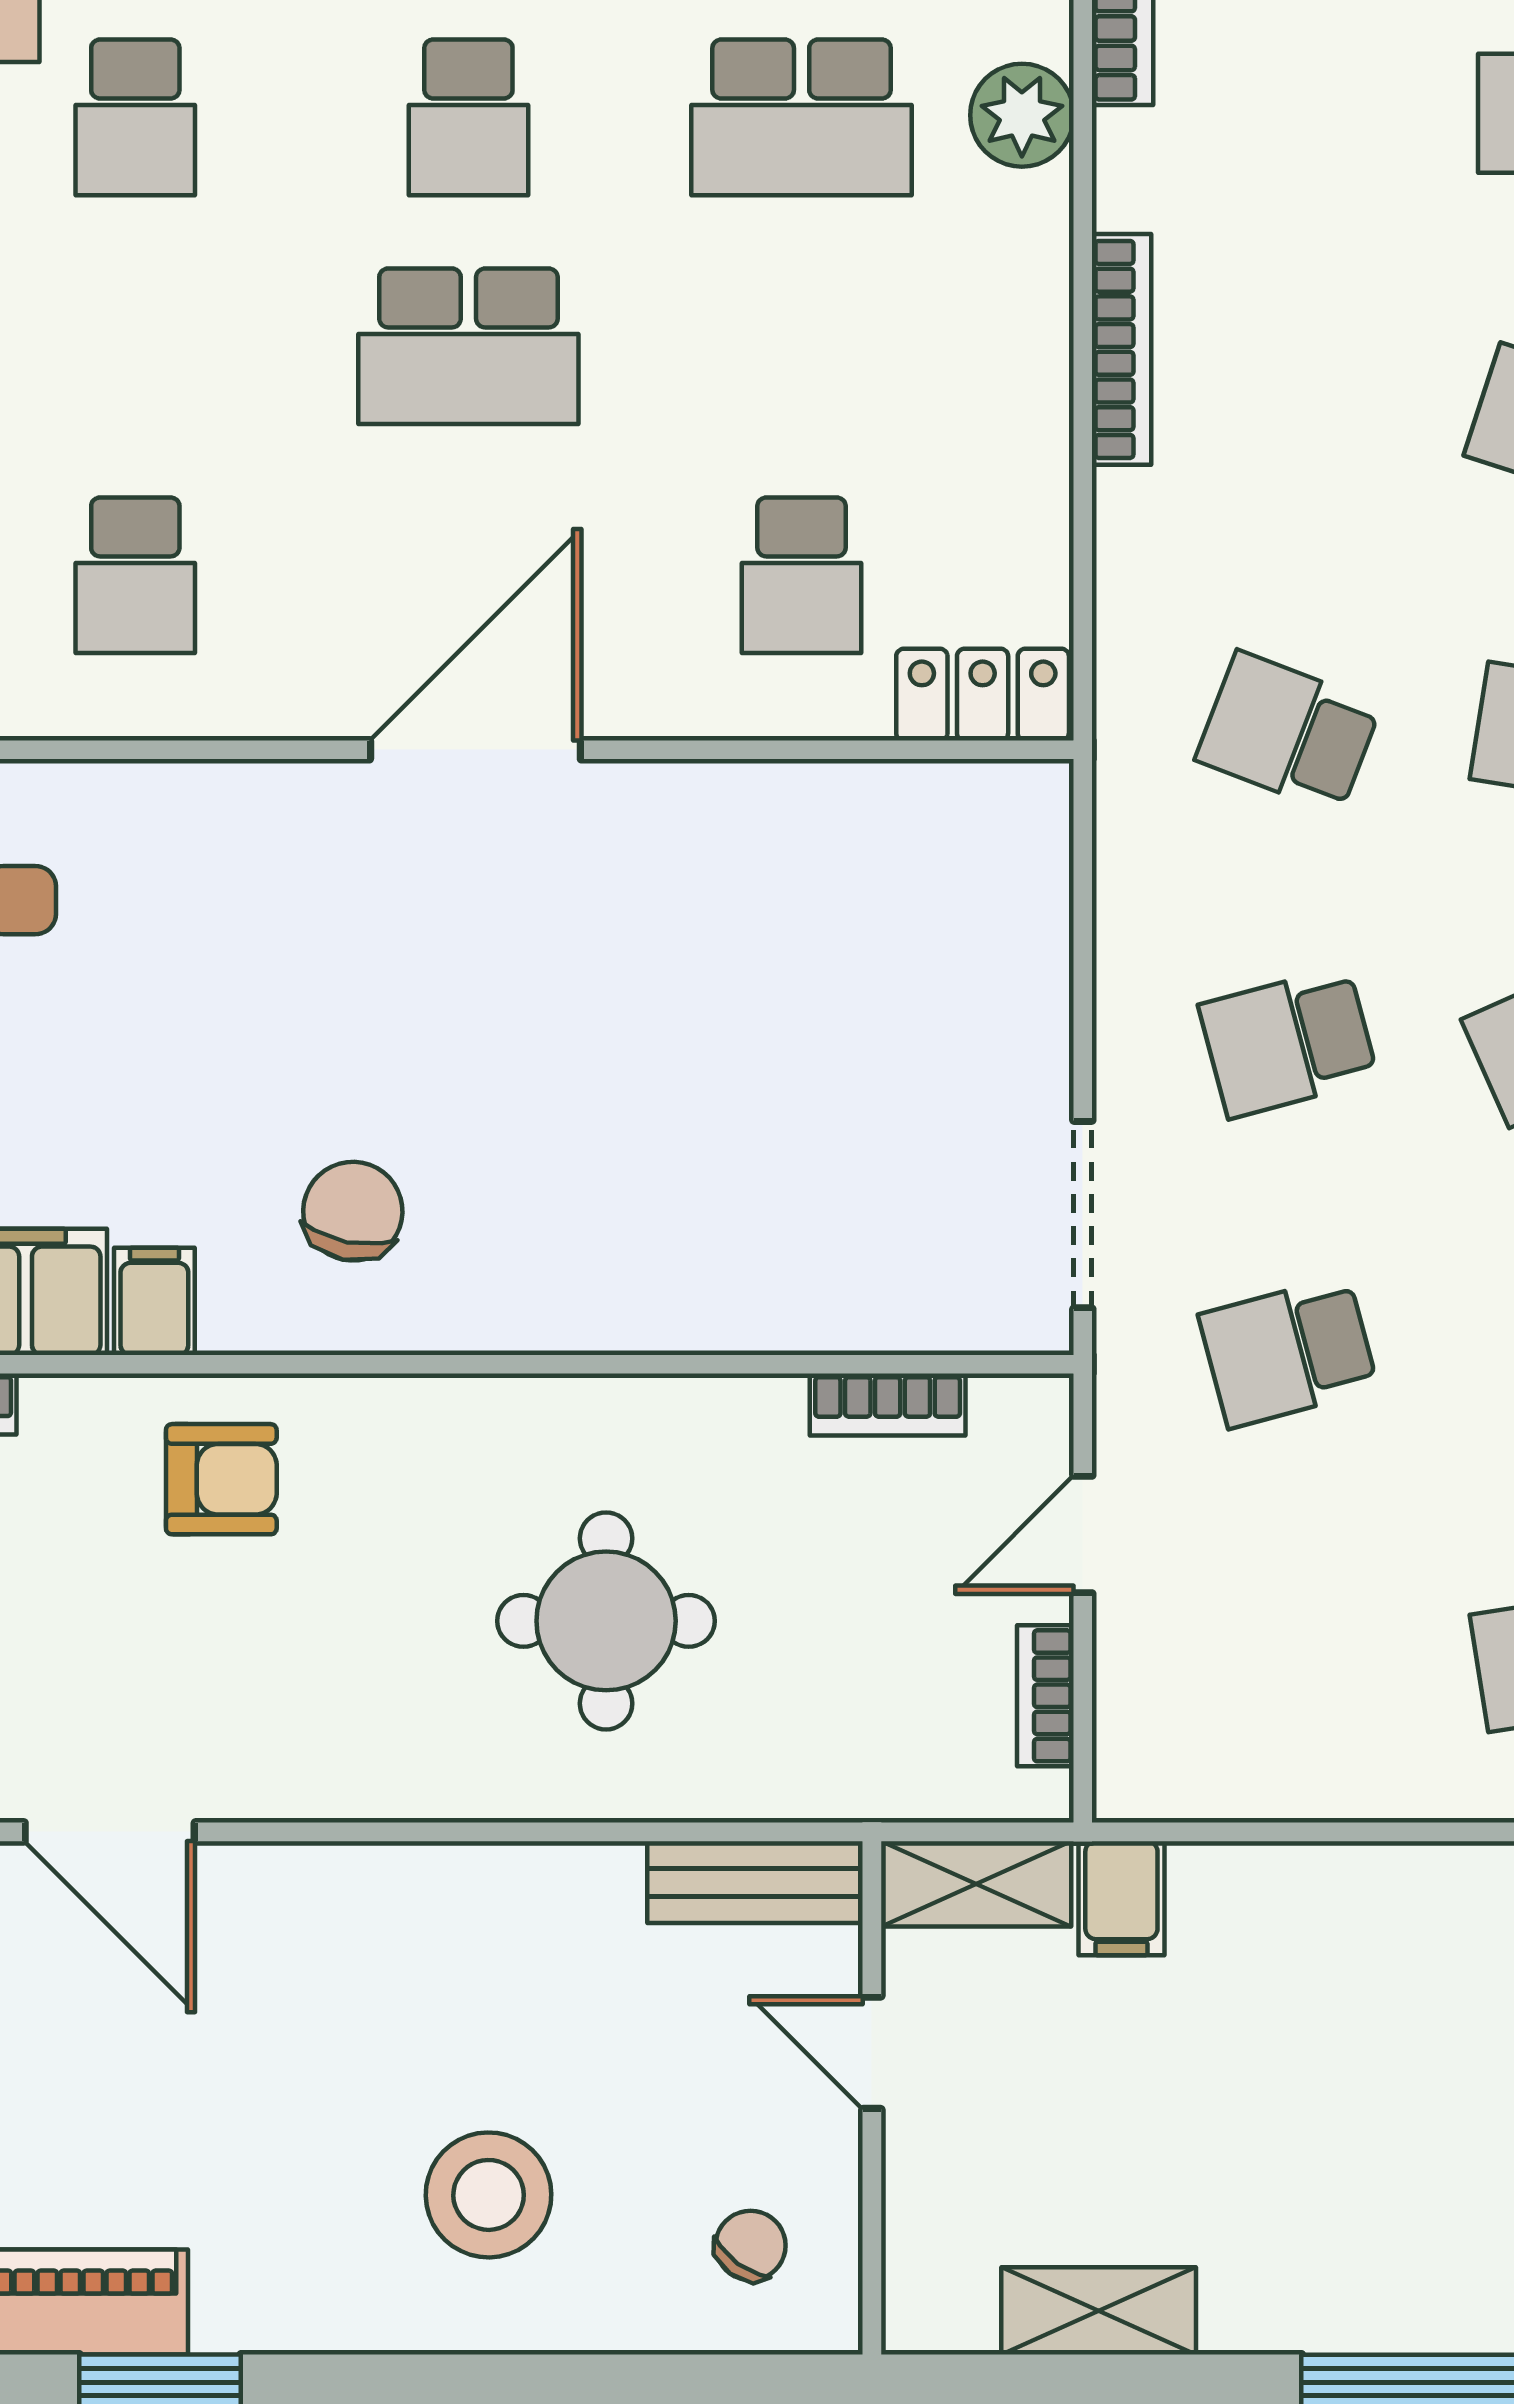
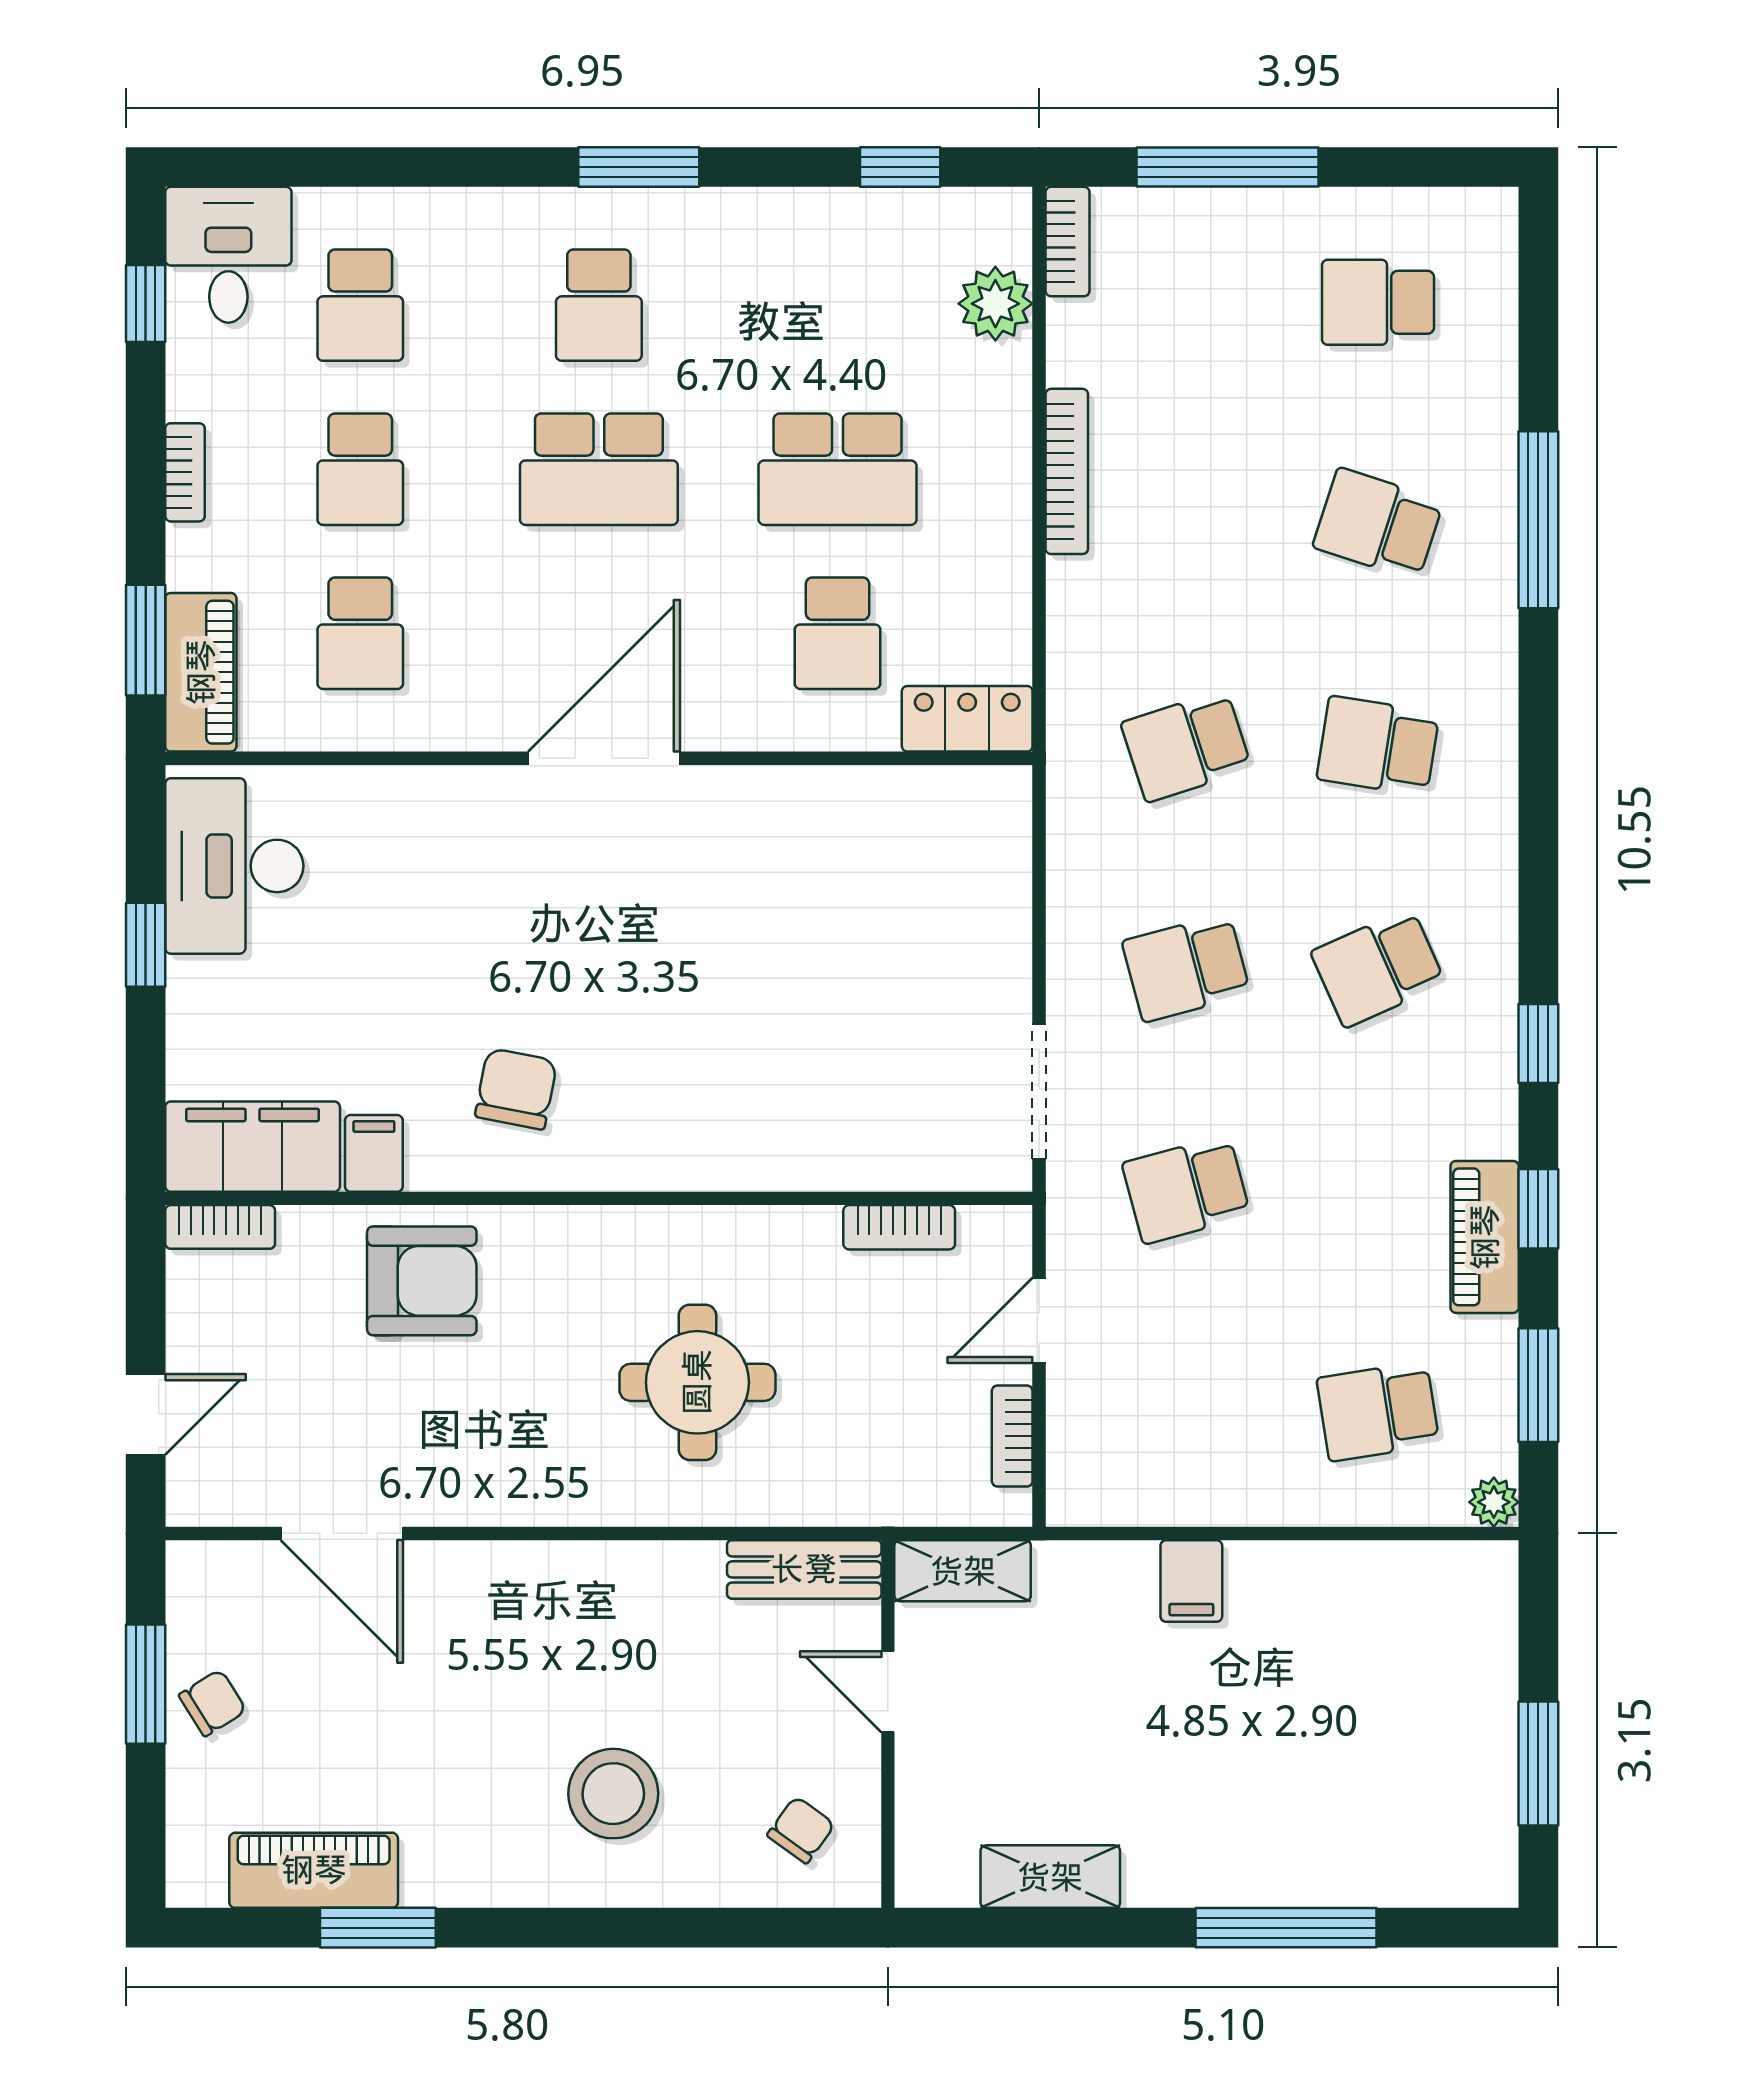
school desk: (802, 117) -> (838, 469), moved
school desk: (135, 346) -> (360, 469), added
school desk: (1288, 733) -> (1186, 746), turned -39
armchair: (221, 1479) -> (422, 1281), width x1.38, depth x1.38
filing cabinet: (1121, 1898) -> (1191, 1581), moved

